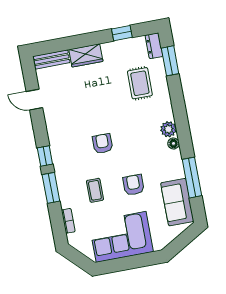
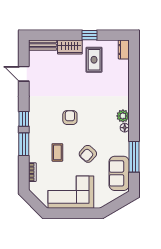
window: (122, 33) -> (89, 35), moved
window: (170, 61) -> (134, 63), removed
rug: (140, 83) -> (94, 60), moved
armchair: (134, 185) -> (88, 154), turned -138

